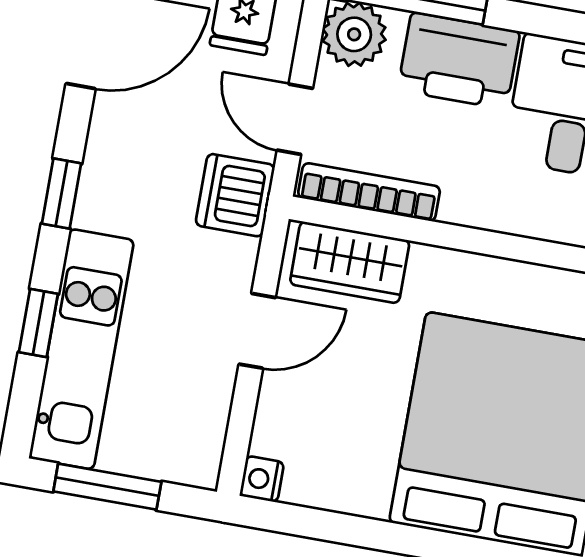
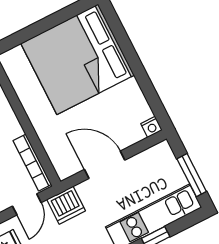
wardrobe: (350, 262) -> (60, 152), removed
door: (257, 331) -> (105, 165), width x1.38

